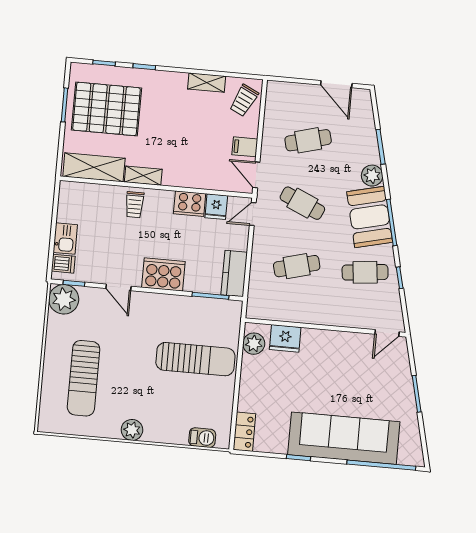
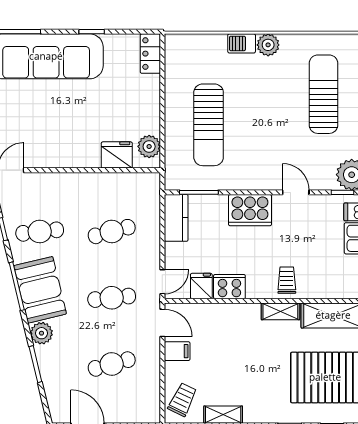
cafe table: (302, 203) -> (112, 298), turned -30
sun lounger: (195, 359) -> (209, 125), turned -90
barbecue: (202, 438) -> (242, 43), moved

